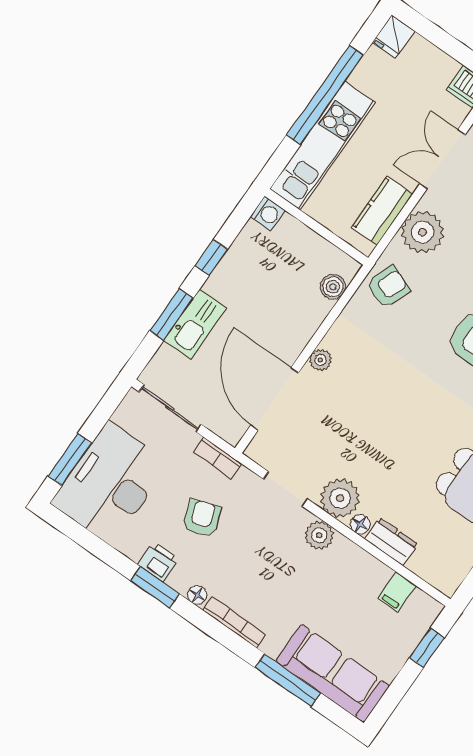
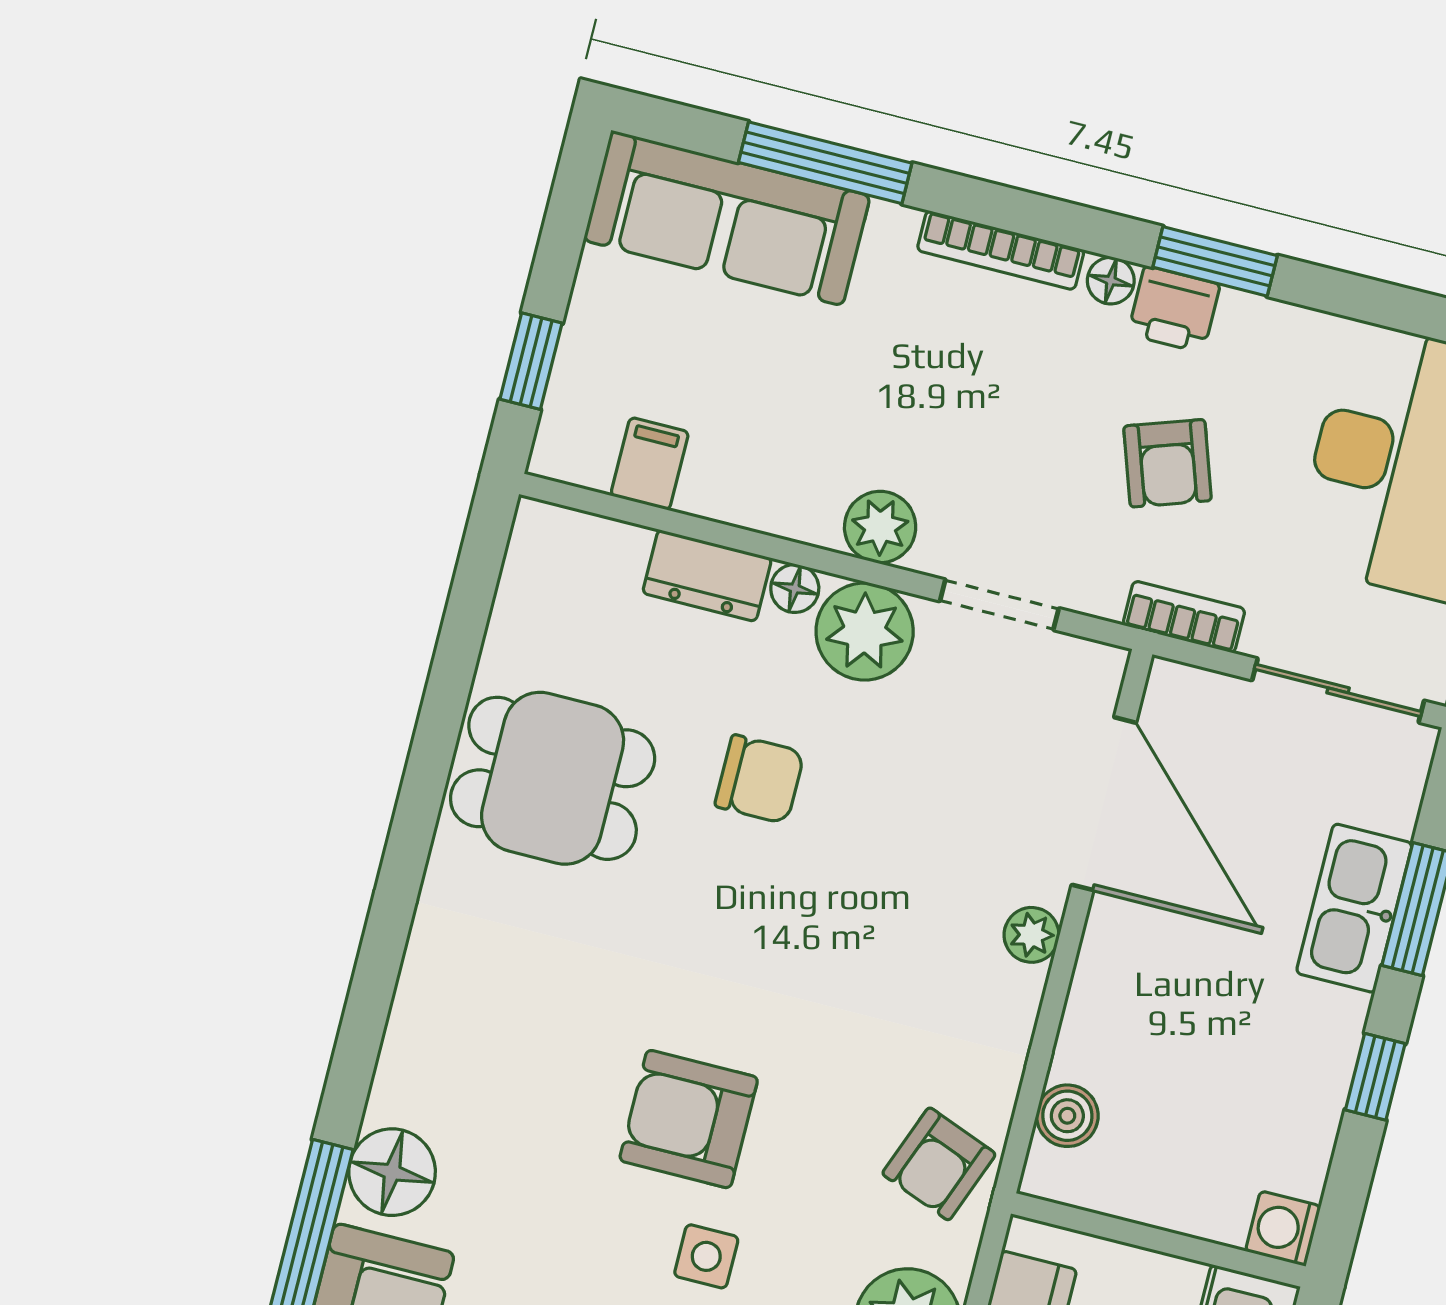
chair: (401, 458) -> (760, 779), added
printer: (158, 562) -> (1174, 309), moved

